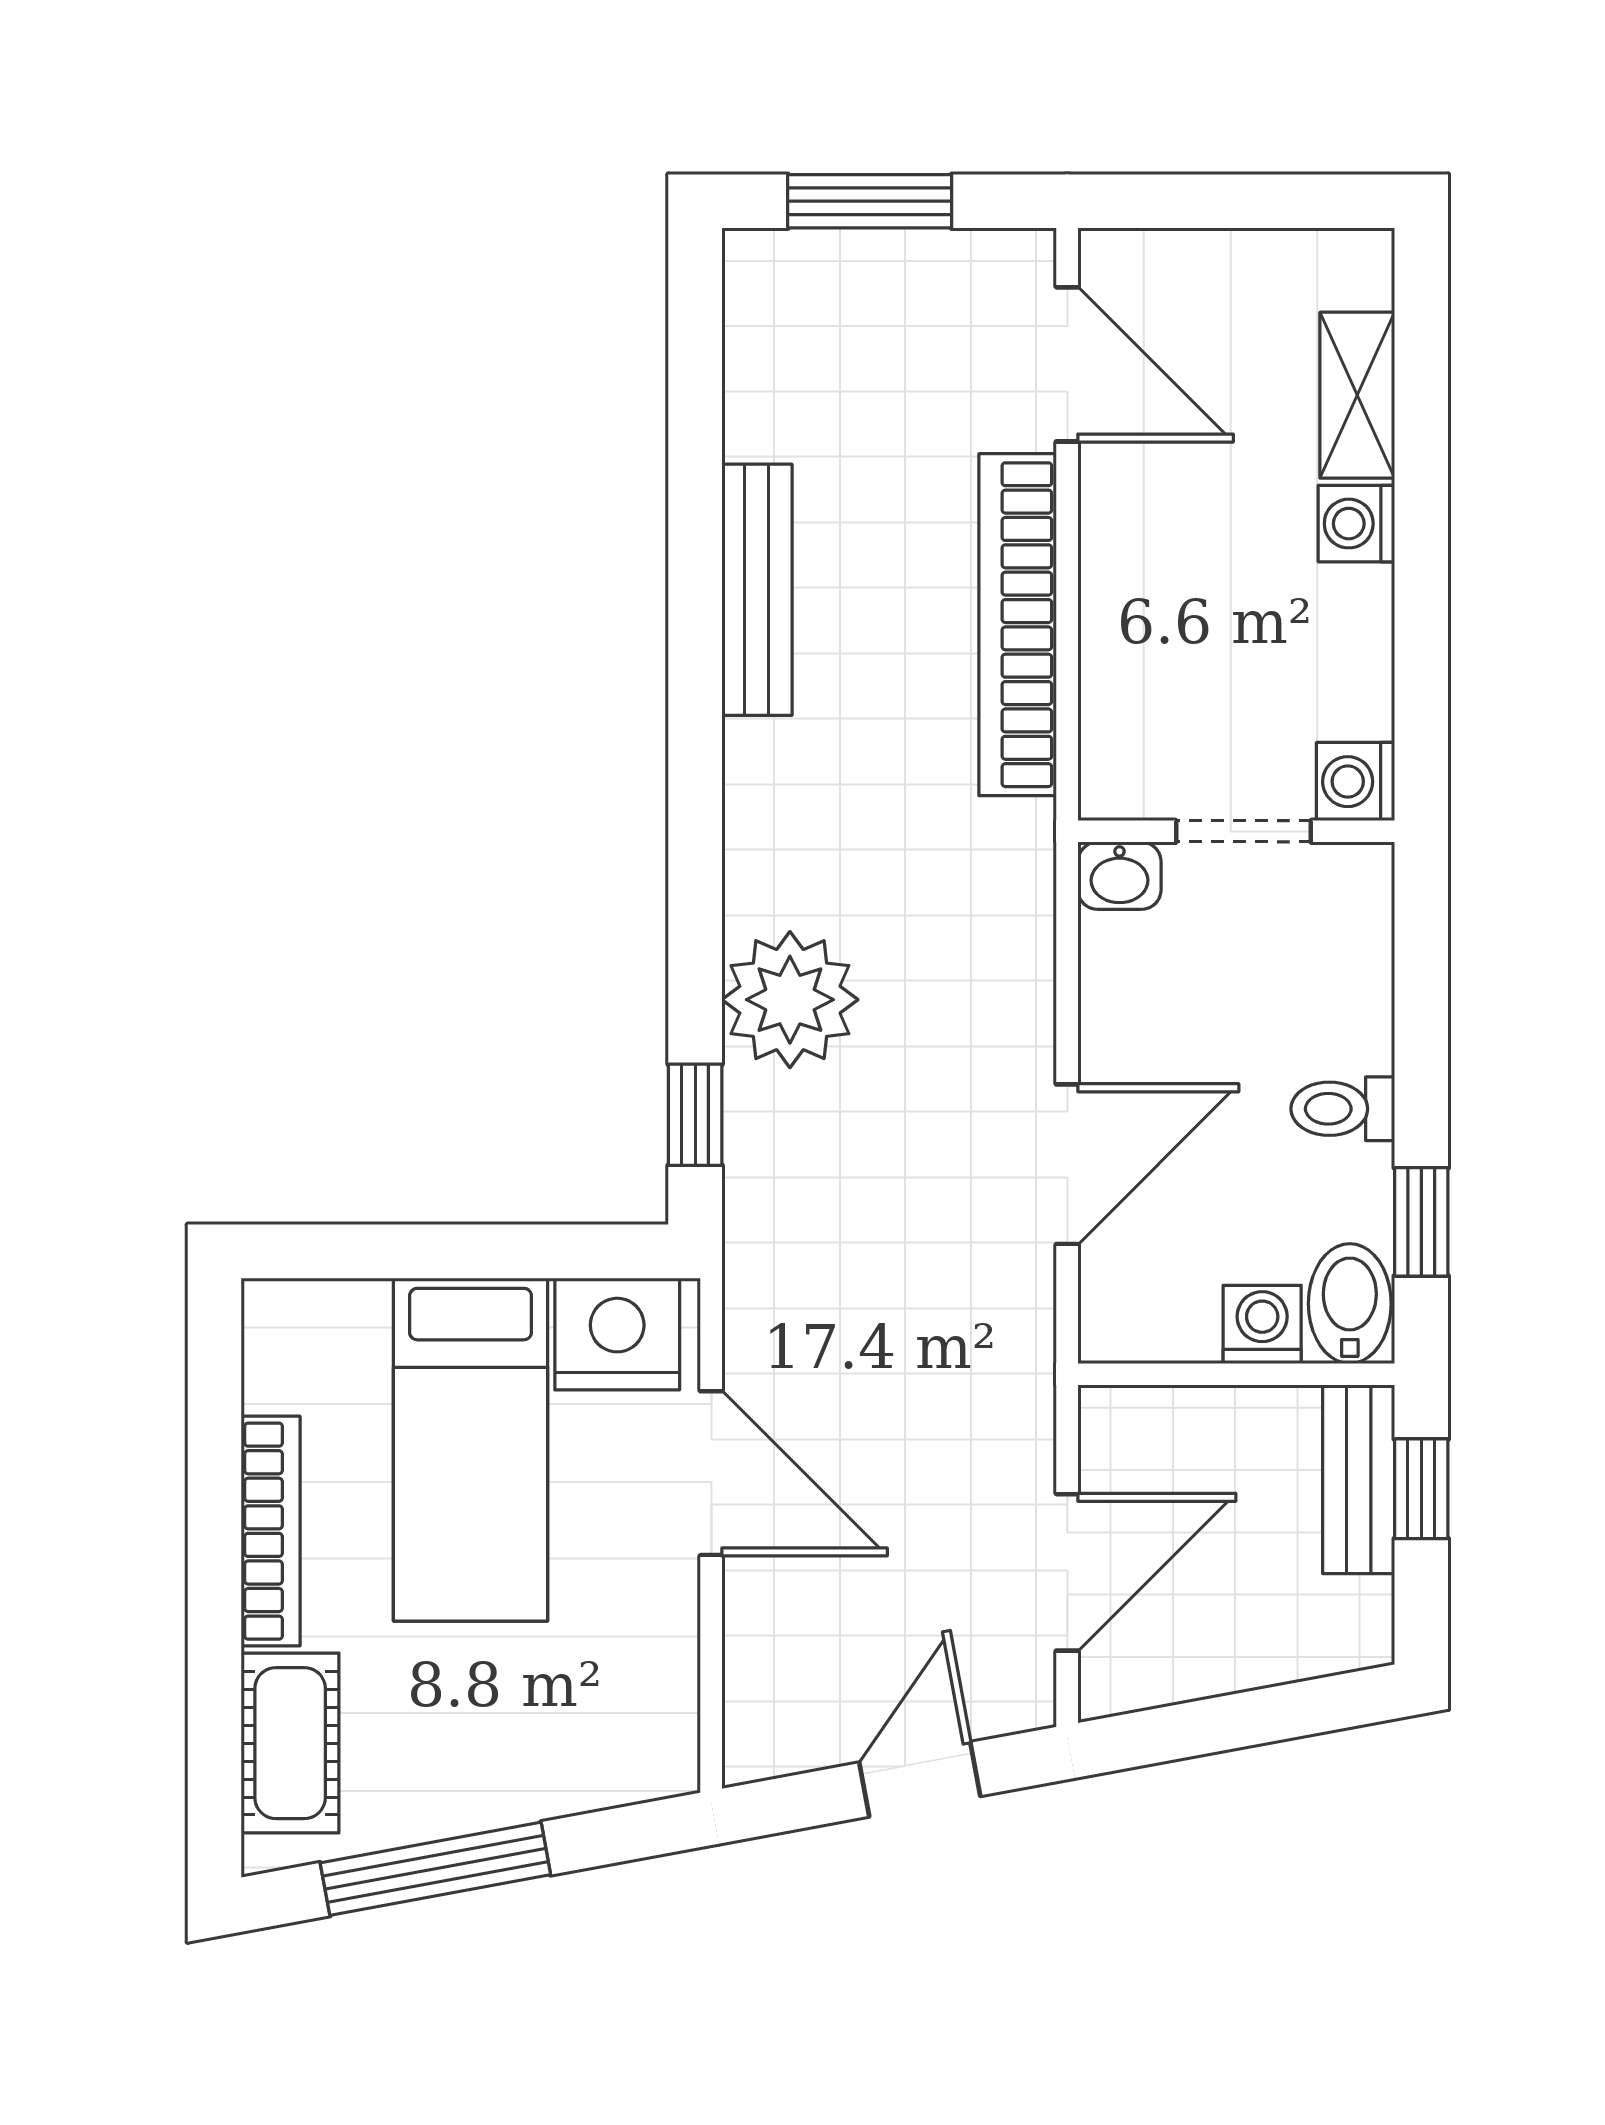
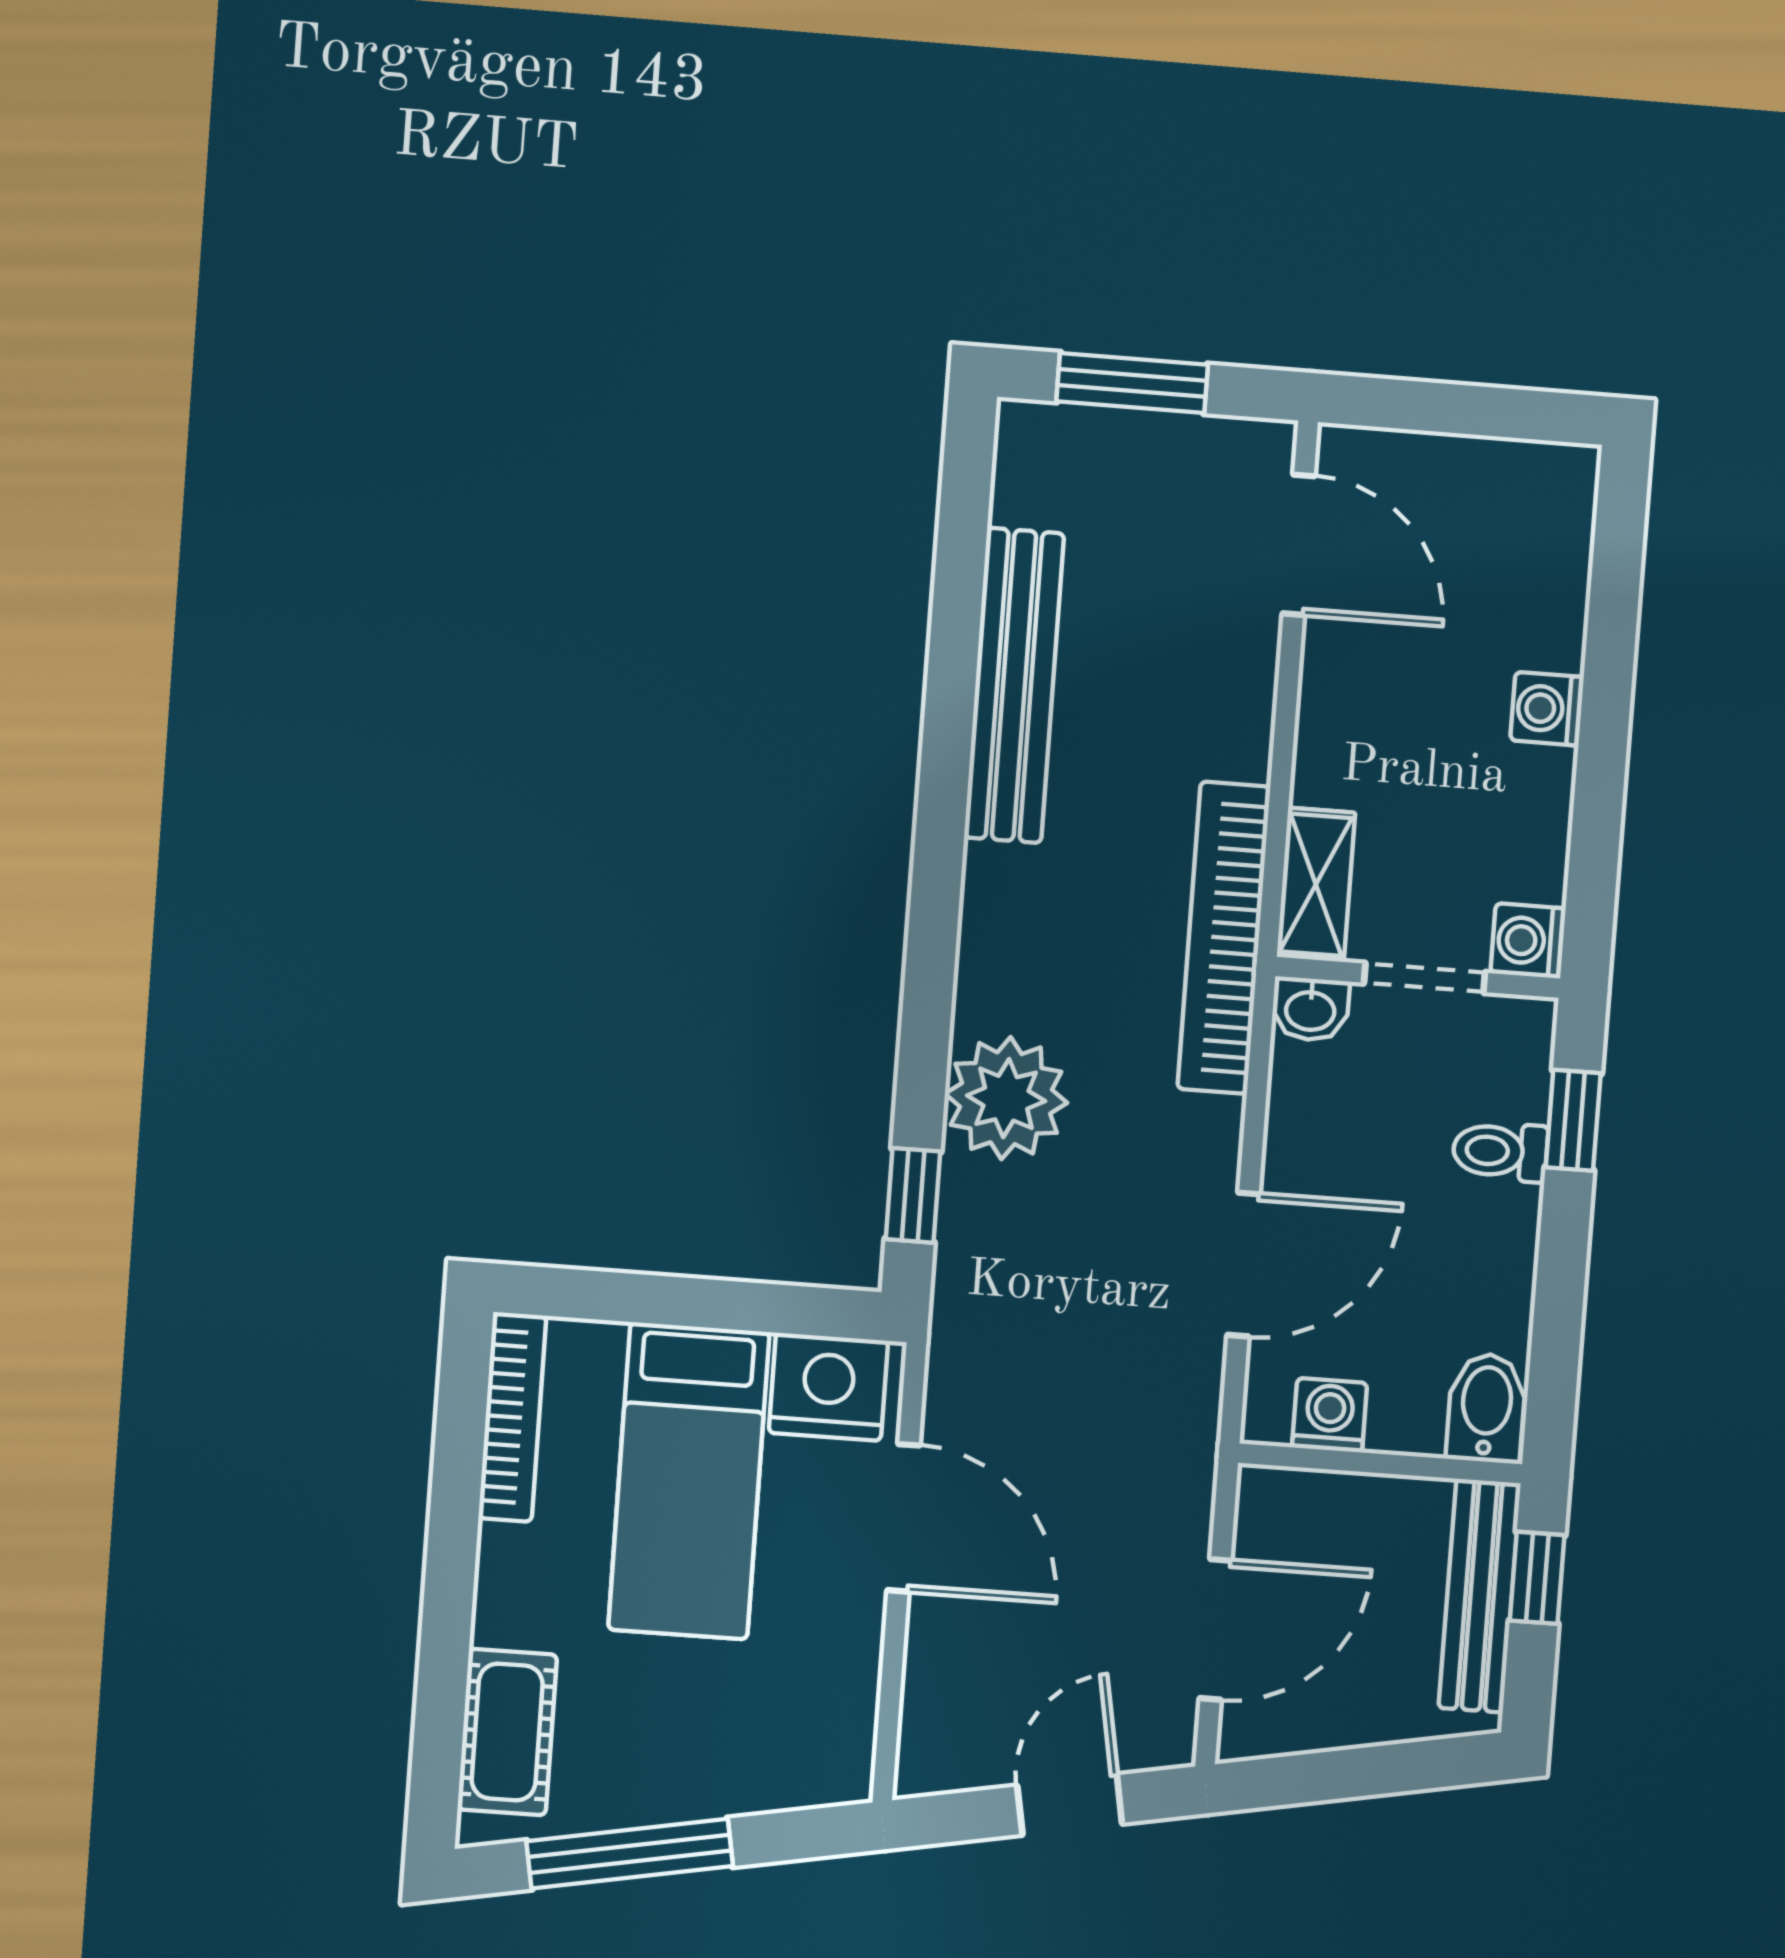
shelving: (1357, 395) -> (1316, 885), moved
bench: (757, 590) -> (1014, 686), width x1.37, depth x1.21
bookcase: (1018, 625) -> (1224, 938), moved
toilet: (1343, 1109) -> (1500, 1151), moved
window: (1421, 1222) -> (1573, 1120), moved
washing machine: (1262, 1324) -> (1330, 1415), moved
bench: (1359, 1479) -> (1480, 1596), width x1.36
bookcase: (271, 1531) -> (512, 1417), moved

